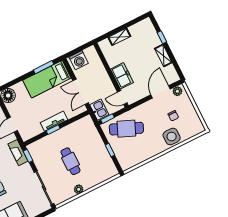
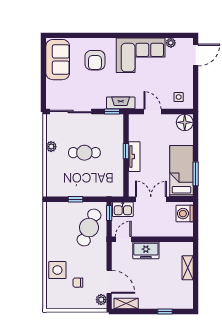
shelving: (163, 56) -> (126, 304), moved

